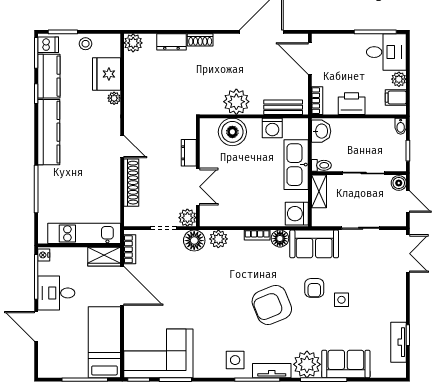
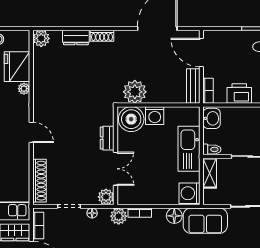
bench: (283, 107) -> (193, 86), moved, turned 90
washing machine: (272, 128) -> (155, 116), moved
dresser: (189, 153) -> (107, 138), moved
wall: (198, 172) -> (116, 156), moved
shoe rack: (131, 183) -> (40, 181), moved
double door: (198, 187) -> (116, 169), moved
plant: (187, 218) -> (106, 197), moved
bookcase: (257, 235) -> (140, 213), moved
floor lamp: (194, 241) -> (92, 213), width x0.53, depth x0.53

